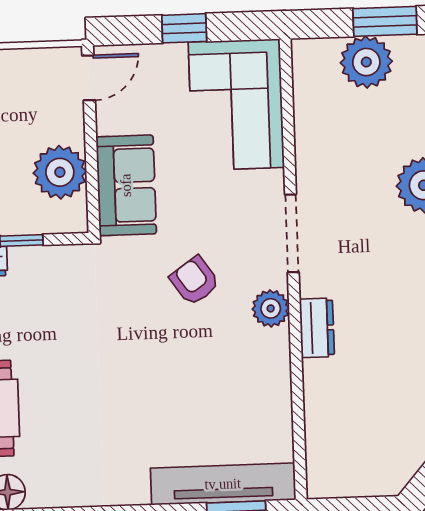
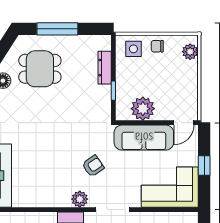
door: (89, 78) -> (184, 123), hinge flipped
sofa: (126, 185) -> (144, 138), width x1.36

